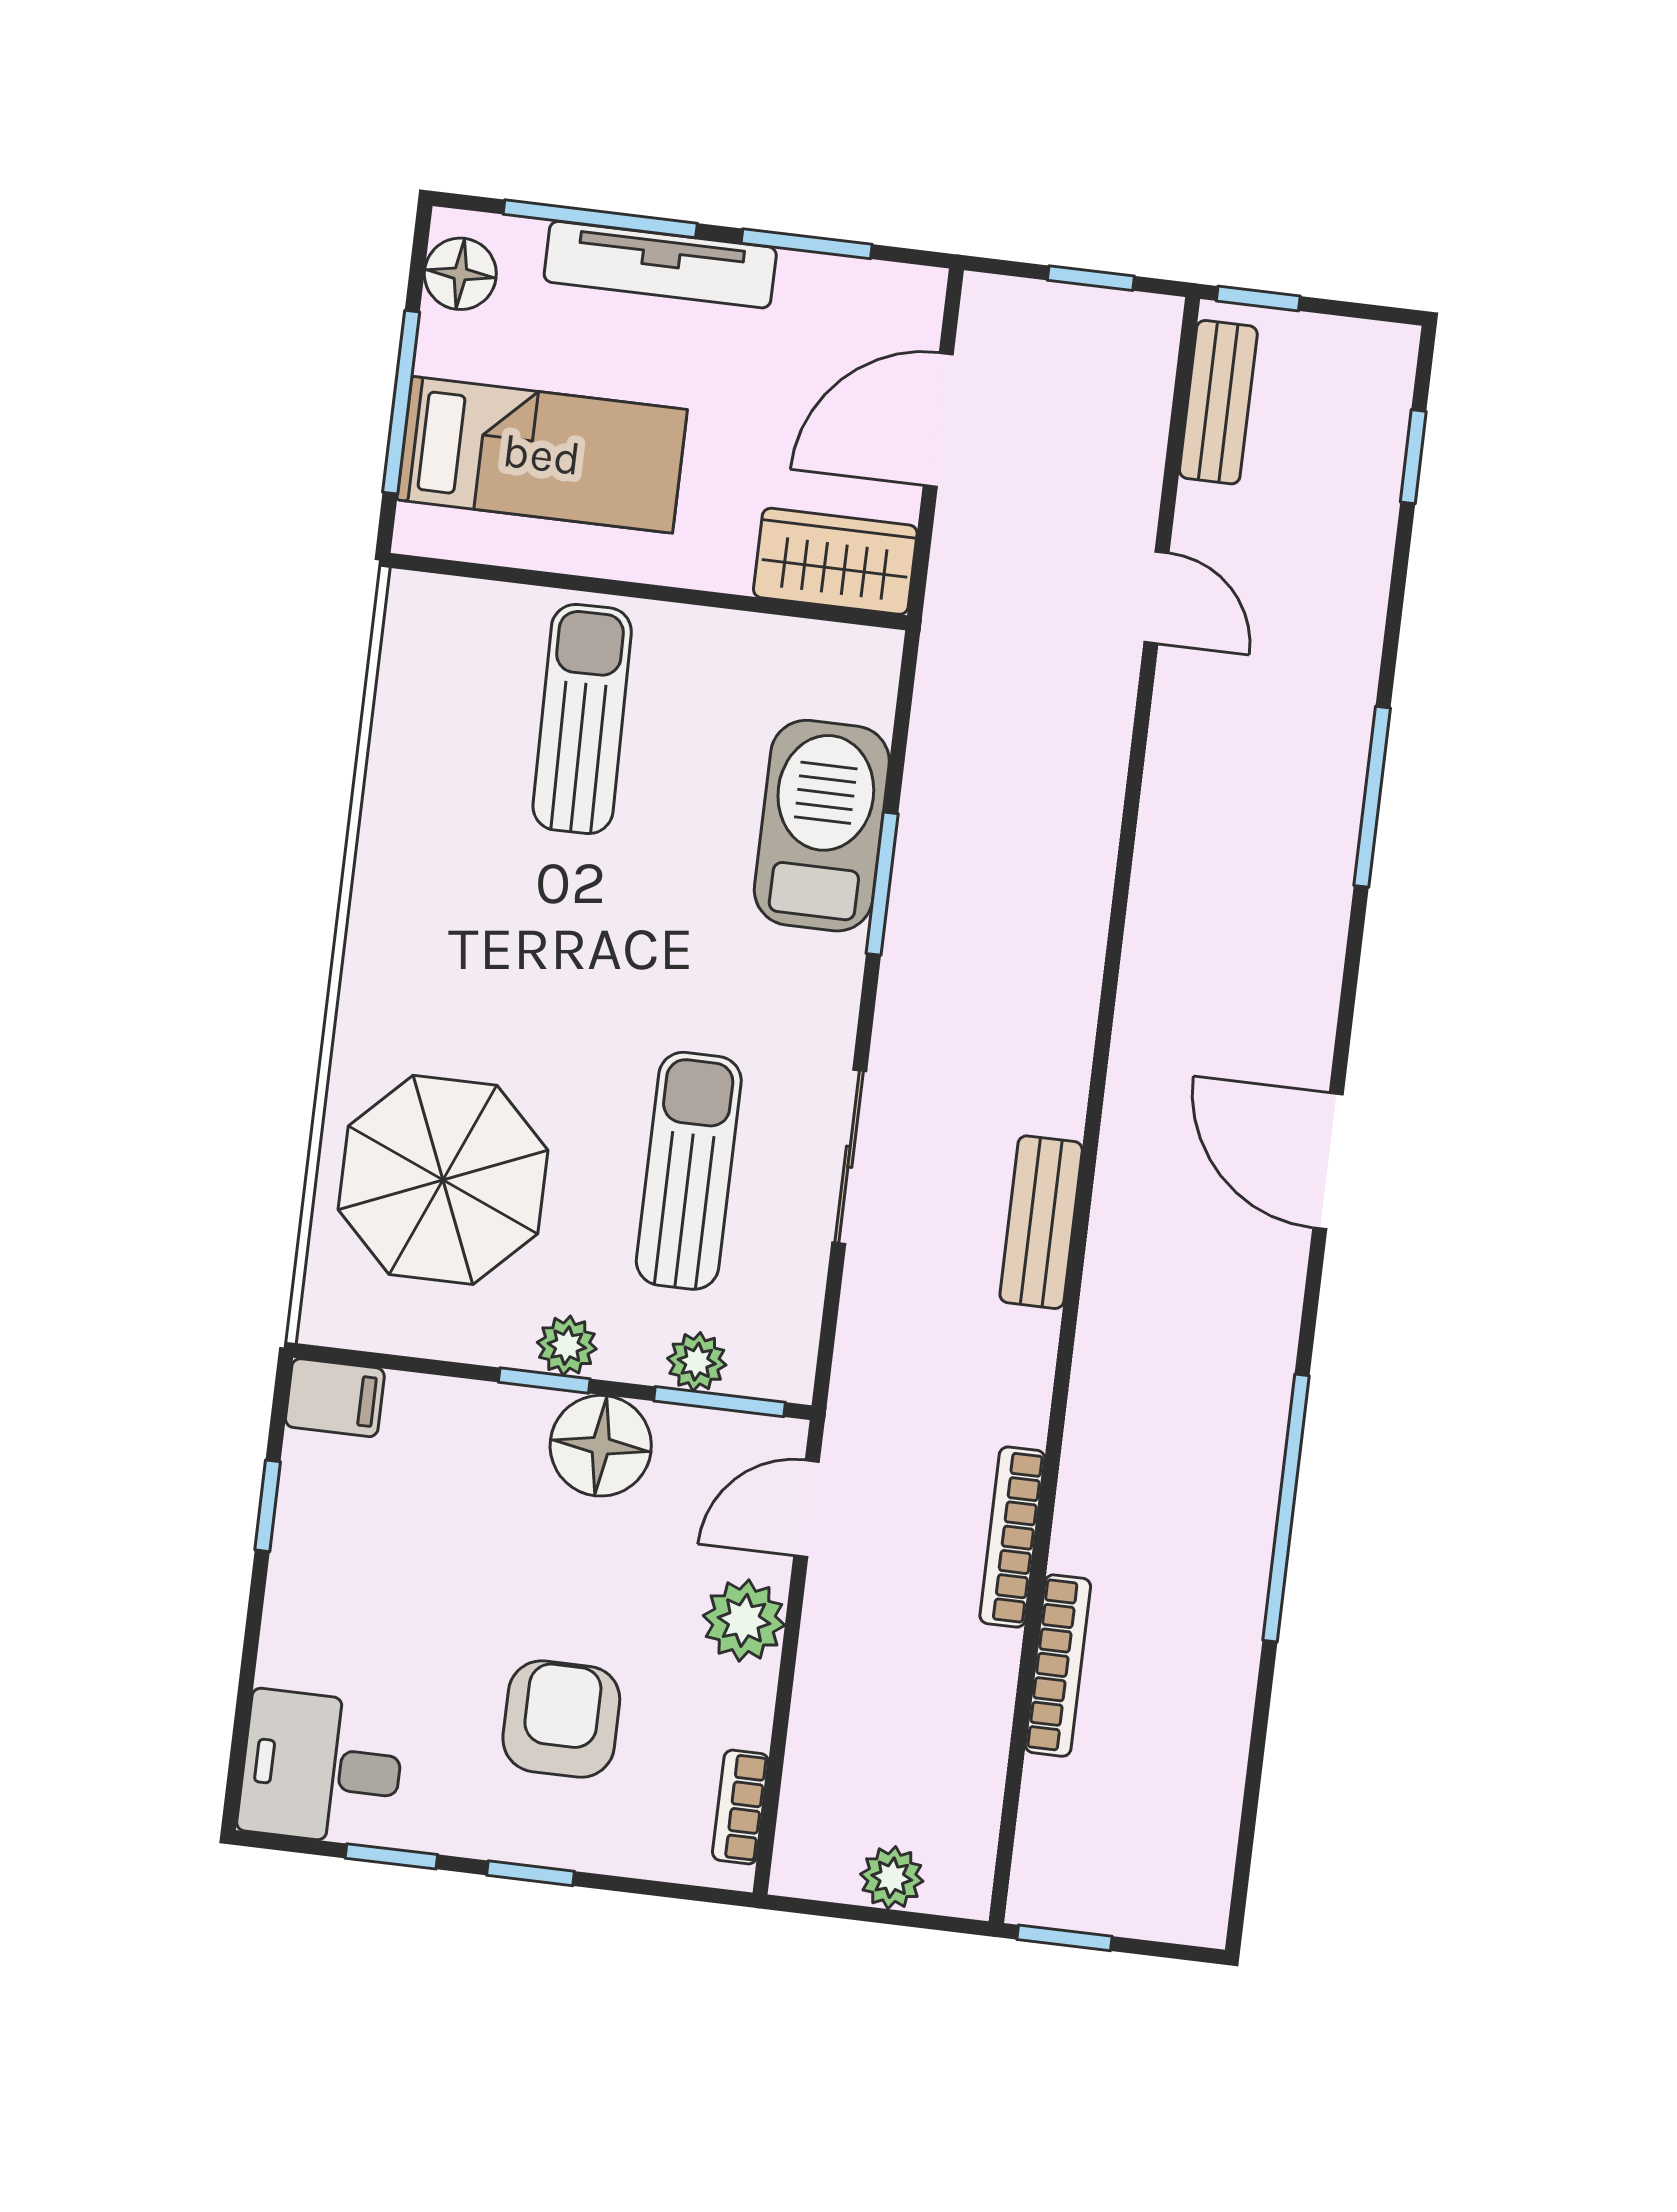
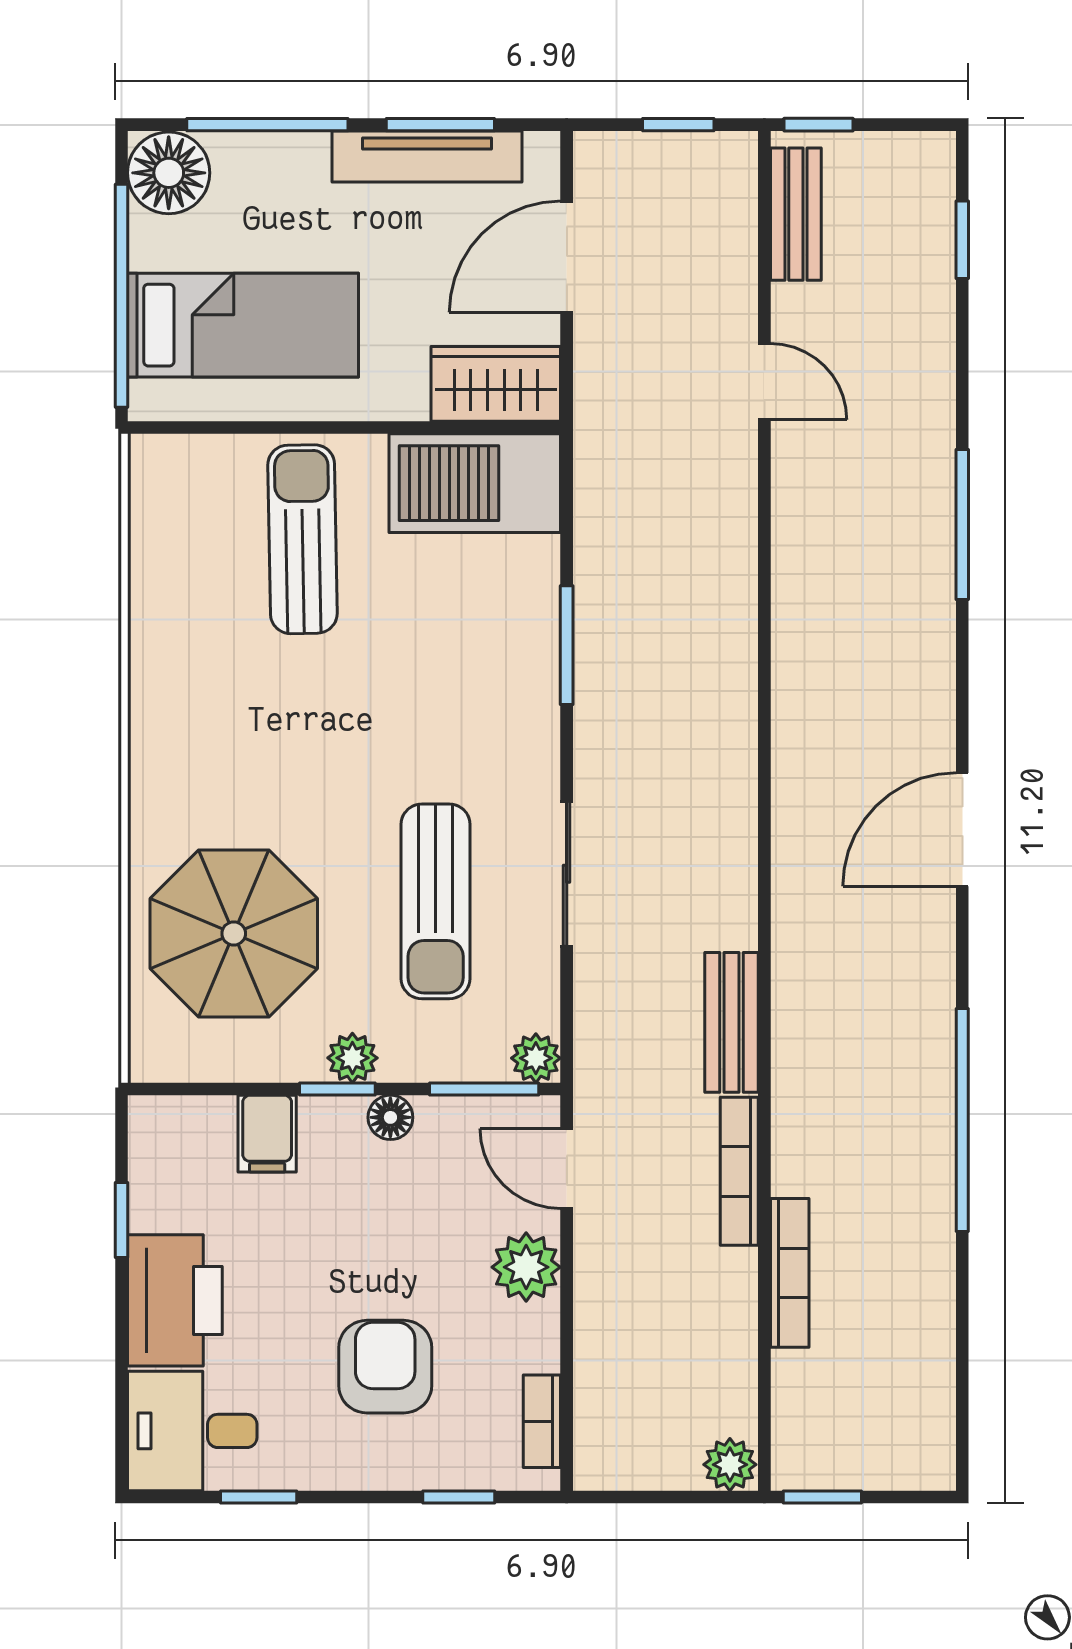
tv unit: (660, 265) -> (427, 156), moved
floor lamp: (460, 274) -> (169, 173), width x1.38, depth x1.38
window: (401, 402) -> (121, 296), width x1.46
barbecue: (822, 826) -> (475, 483), moved, turned -90
door: (1328, 1161) -> (962, 830), hinge flipped
sun lounger: (689, 1171) -> (436, 901), turned 180
bench: (1041, 1222) -> (731, 1022), moved
plant: (697, 1362) -> (536, 1058), moved
filing cabinet: (335, 1398) -> (267, 1134), moved, turned 90
floor lamp: (601, 1446) -> (390, 1117), width x0.53, depth x0.53
door: (807, 1509) -> (567, 1169), hinge flipped
printer: (320, 1610) -> (175, 1300), added
window: (530, 1873) -> (459, 1497), moved
plant: (892, 1878) -> (730, 1465), moved

